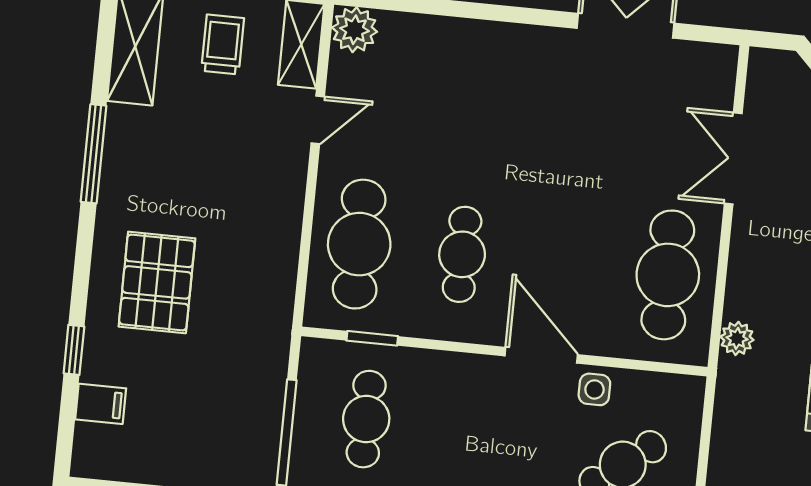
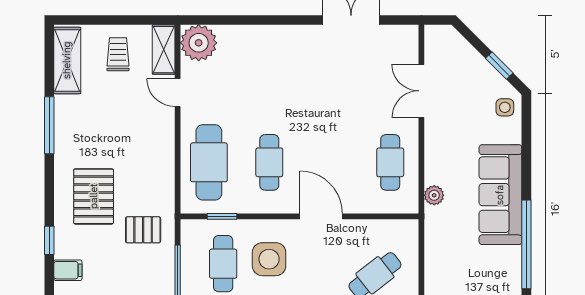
plant: (355, 30) -> (199, 43), width x1.36, depth x1.36
door: (318, 120) -> (178, 93), swing flipped
cafe table: (668, 275) -> (390, 162), width x0.73, depth x0.74
pallet: (236, 348) -> (143, 230), added
side table: (594, 389) -> (269, 259), moved, width x1.87, depth x1.87

